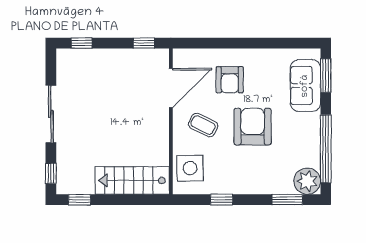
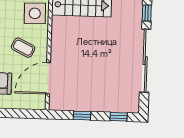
window: (144, 43) -> (82, 116), moved
sliding door: (51, 114) -> (145, 61), width x1.36

